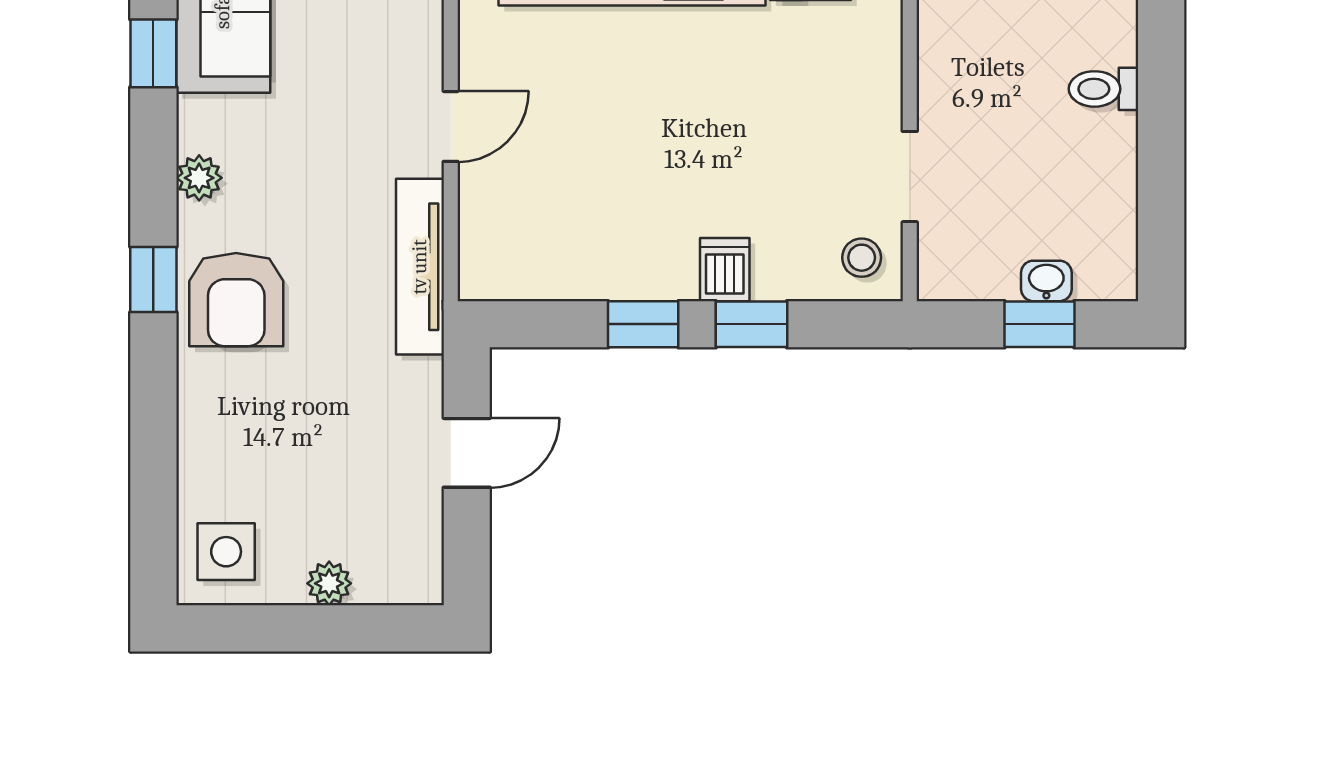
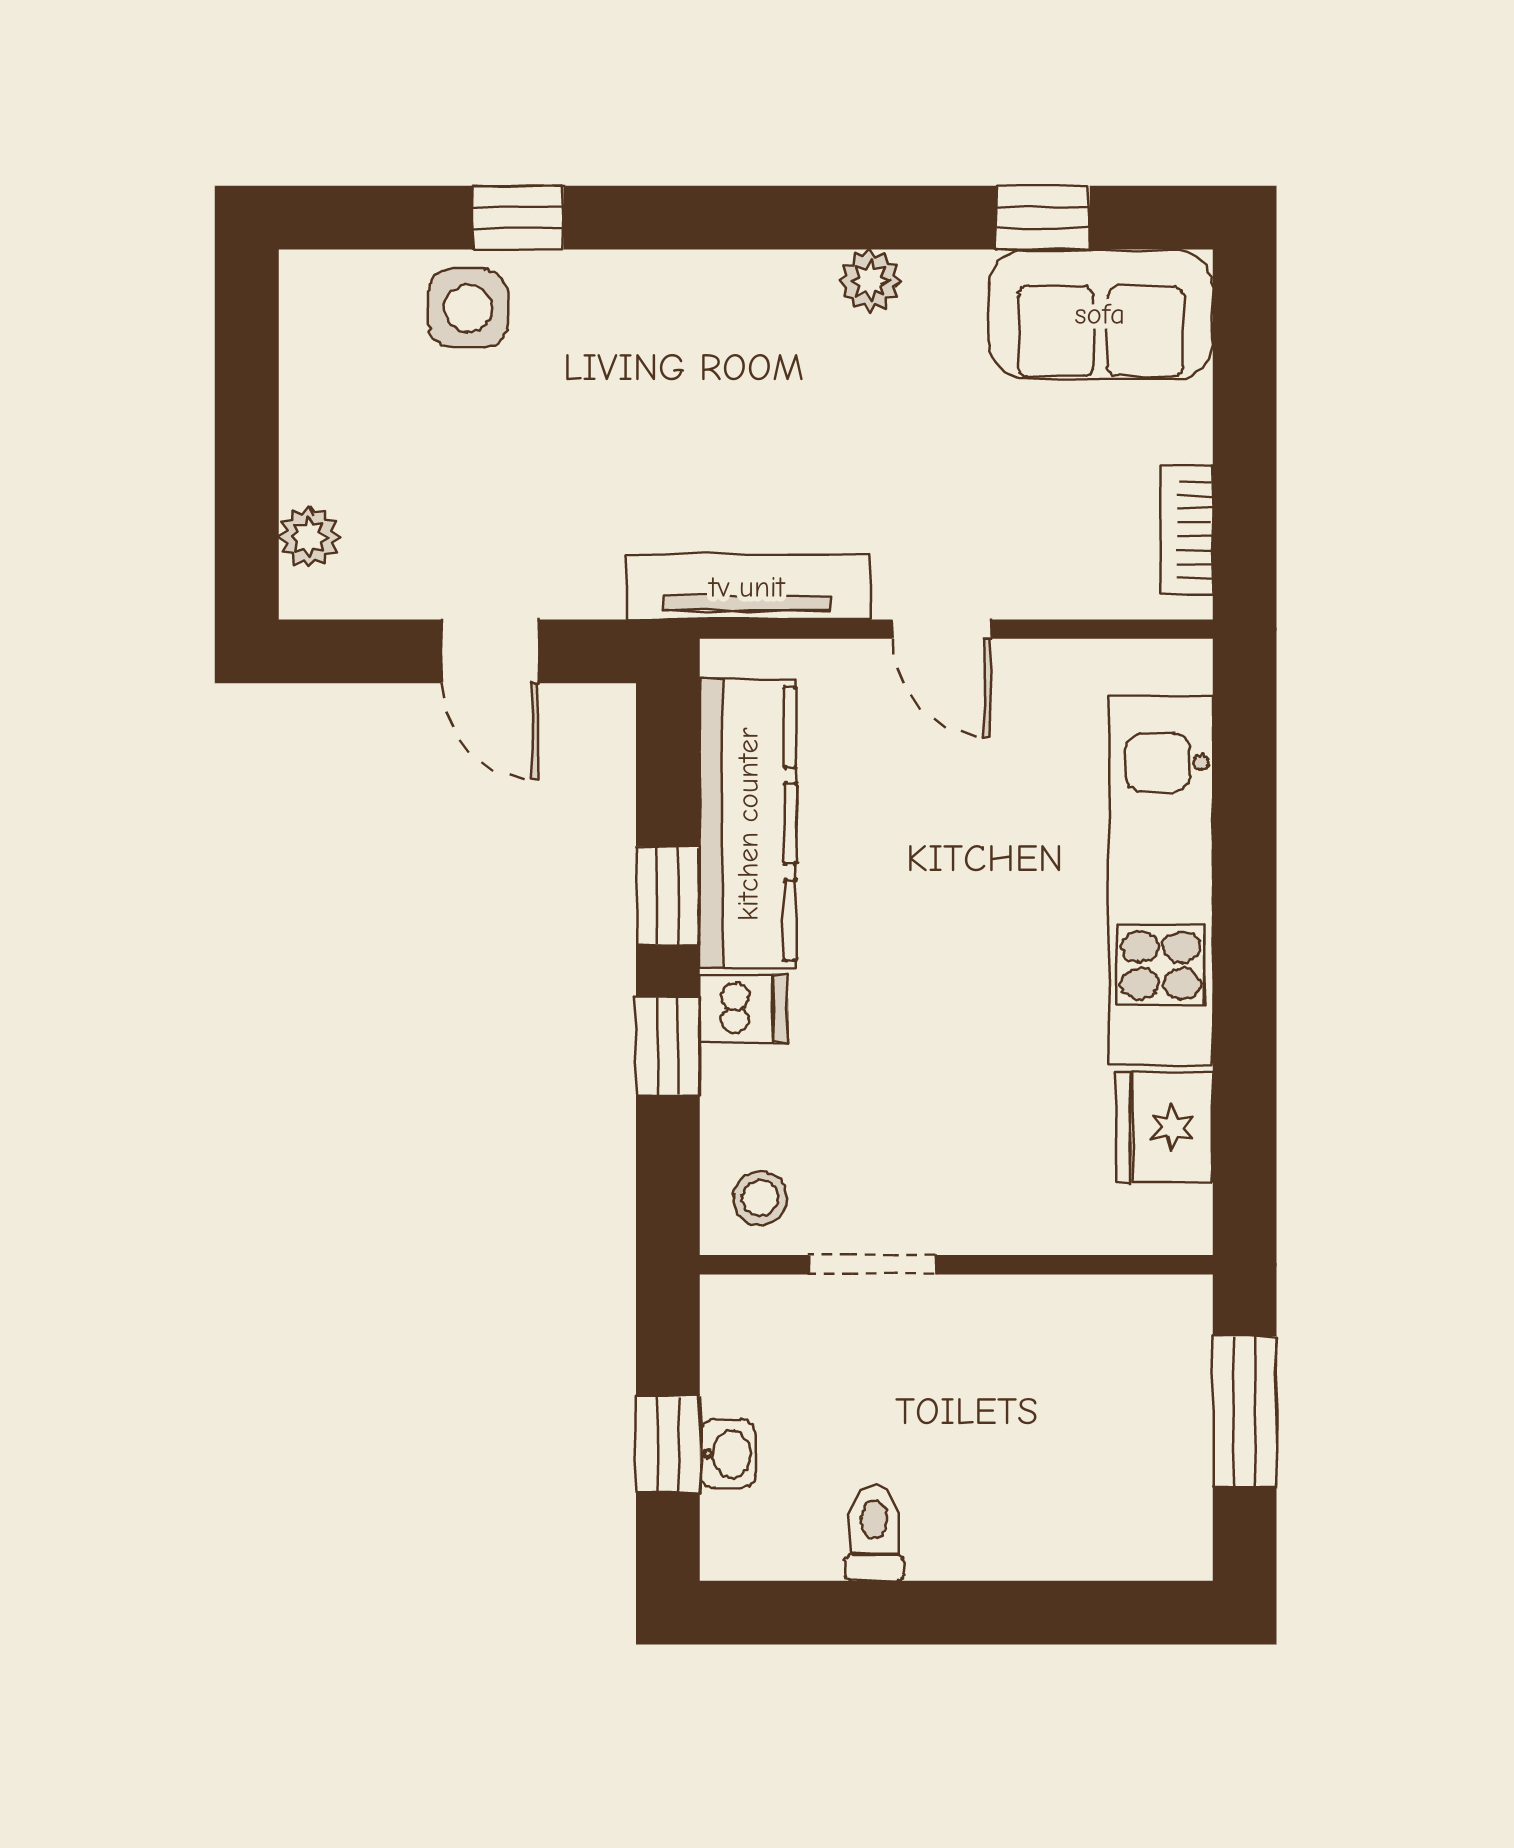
toilet: (1104, 89) -> (874, 1533), moved
kitchen counter: (591, 266) -> (748, 824), added
window: (153, 280) -> (518, 218), moved
armchair: (236, 300) -> (702, 332), removed
side table: (226, 552) -> (468, 308), moved
plant: (329, 583) -> (309, 537), moved

